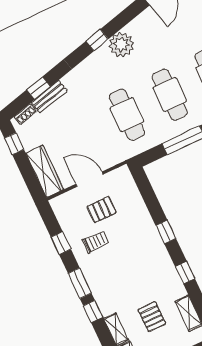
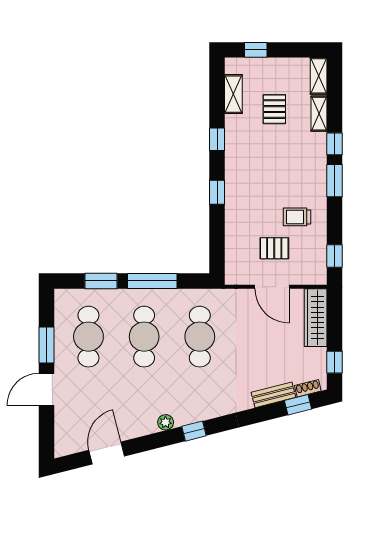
plant: (121, 45) -> (166, 422), width x0.53, depth x0.53
window: (39, 88) -> (298, 405), moved
window: (61, 243) -> (334, 256), moved

